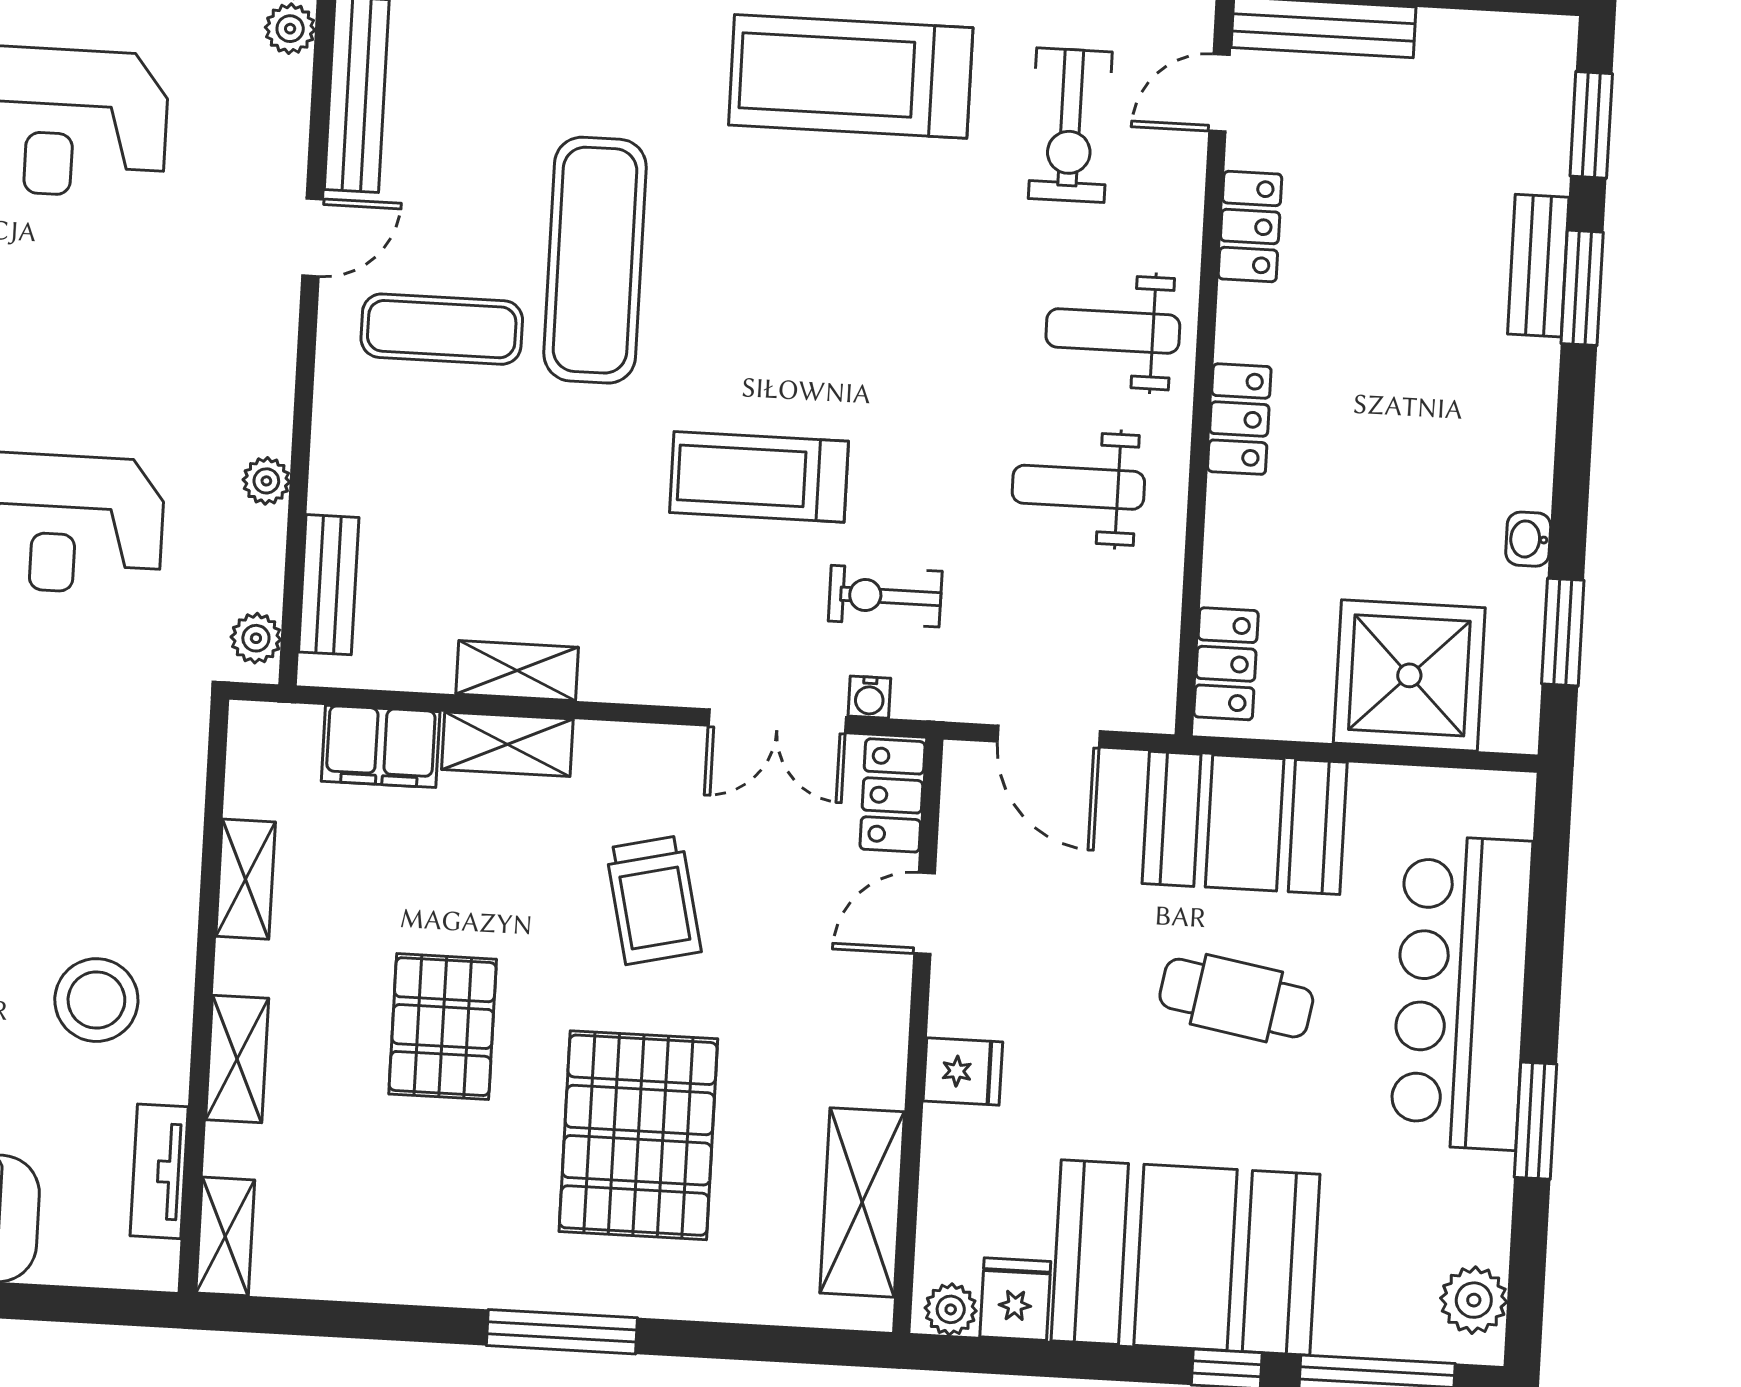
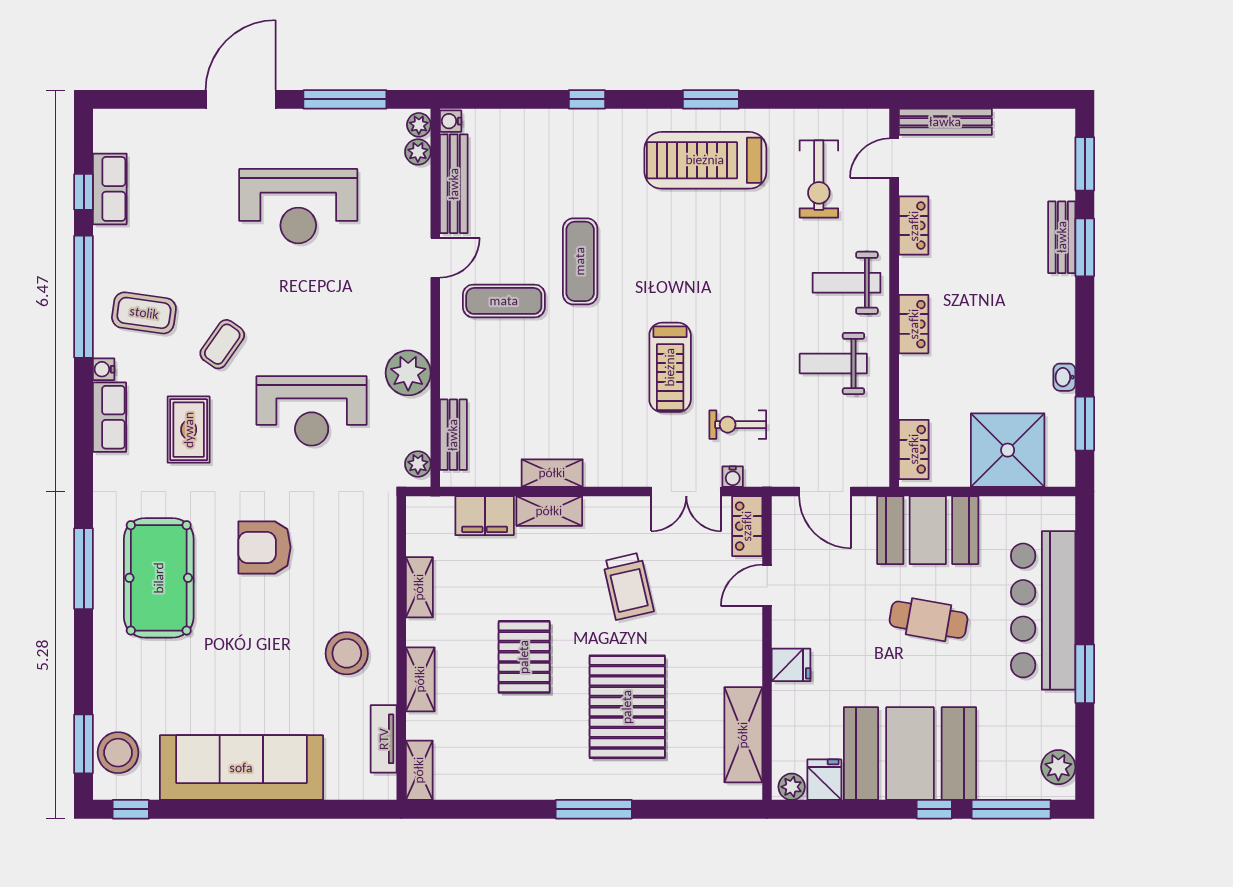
exercise mat: (595, 260) -> (580, 261), width x0.73, depth x0.69
treadmill: (759, 477) -> (670, 367), turned -90
plant: (266, 481) -> (408, 373), width x1.88, depth x1.88

